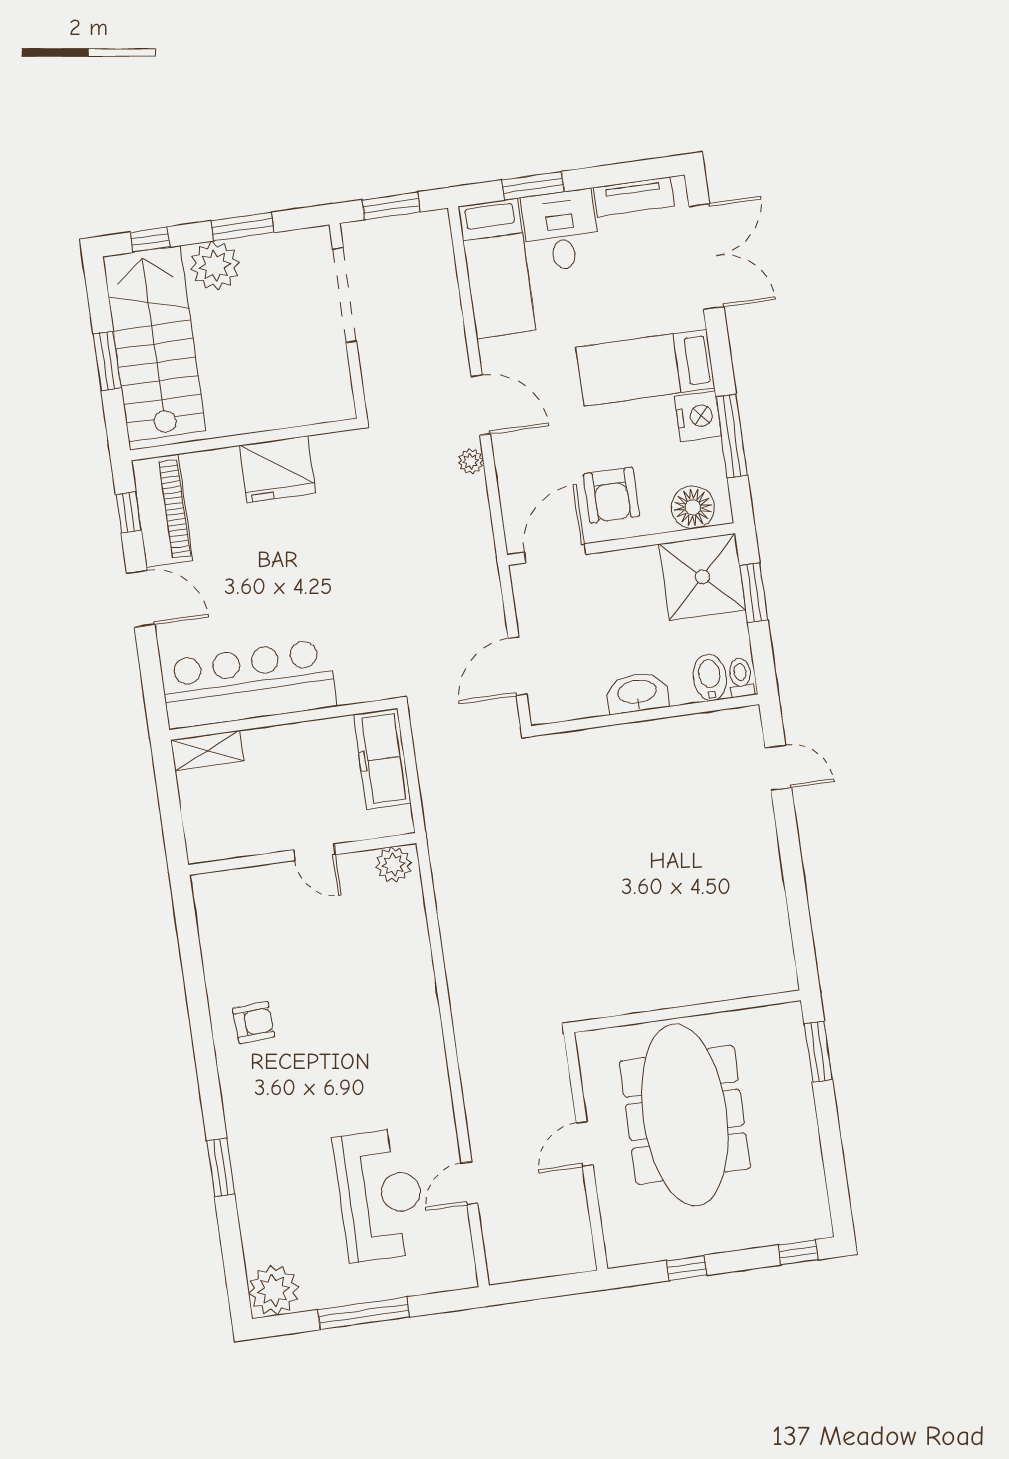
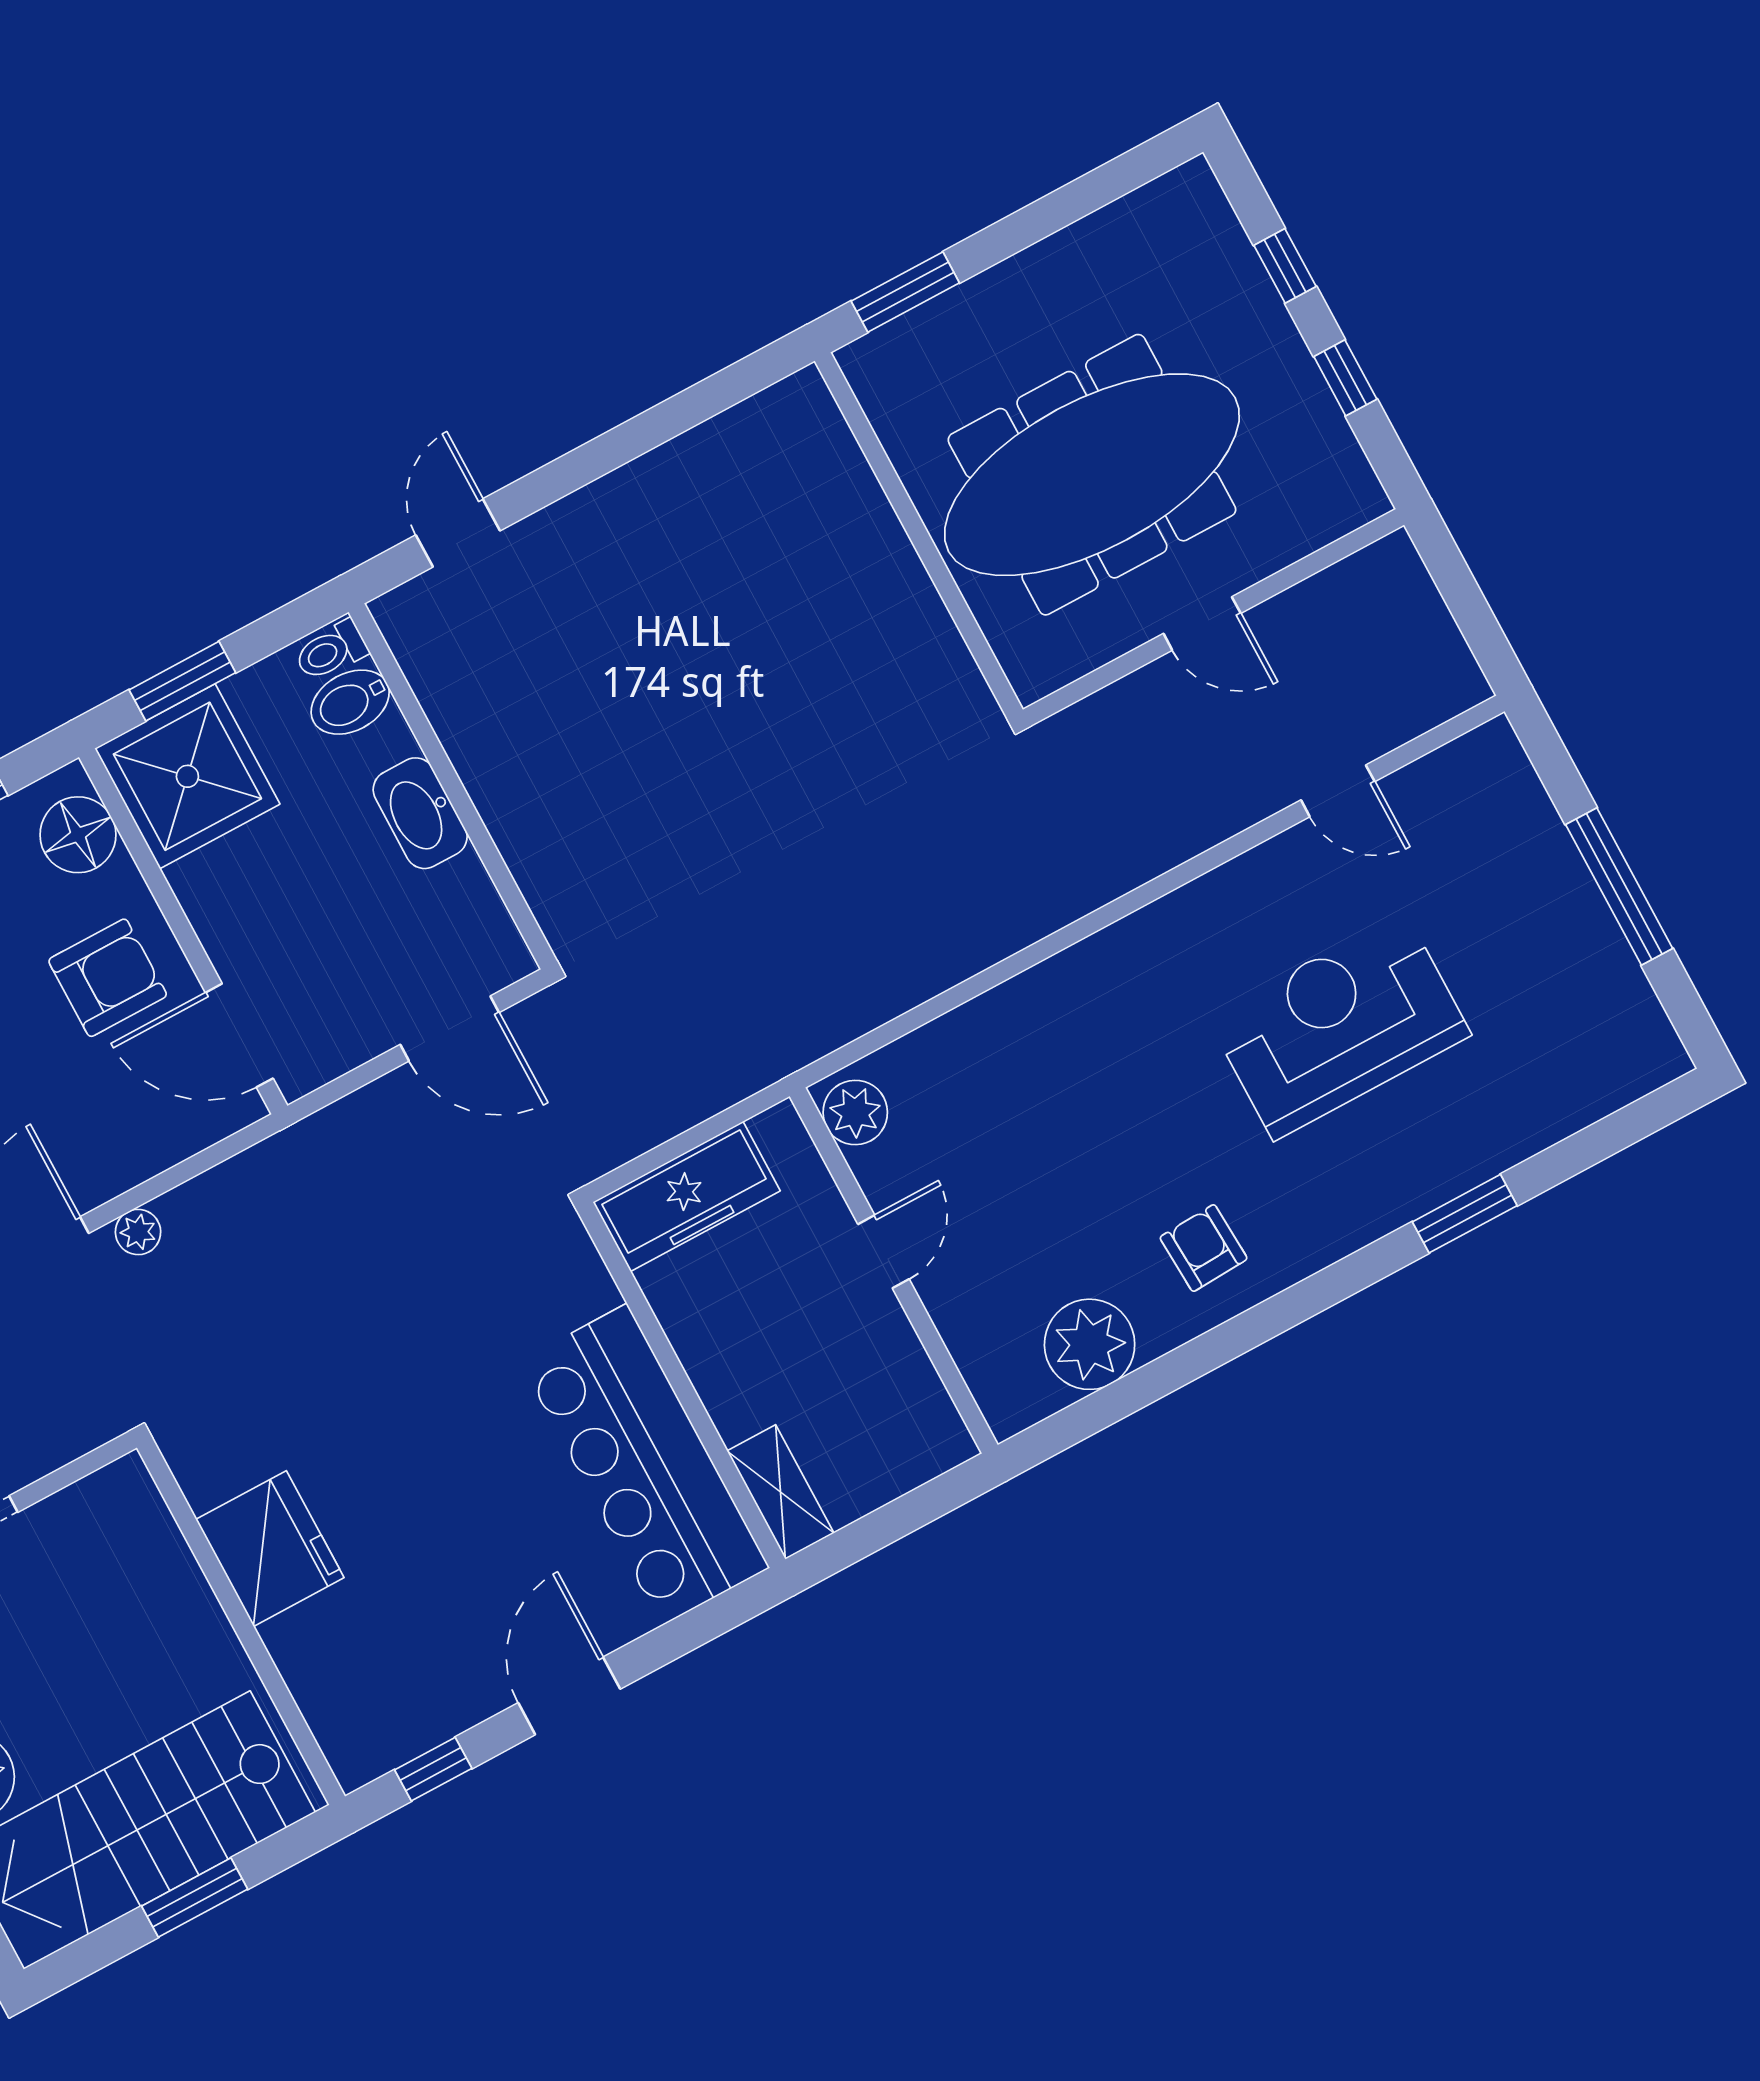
piano: (162, 511) -> (410, 1714), removed
reception desk: (380, 1195) -> (1339, 1026), moved
window: (798, 1252) -> (1285, 266), moved
plant: (274, 1290) -> (1090, 1344), moved

